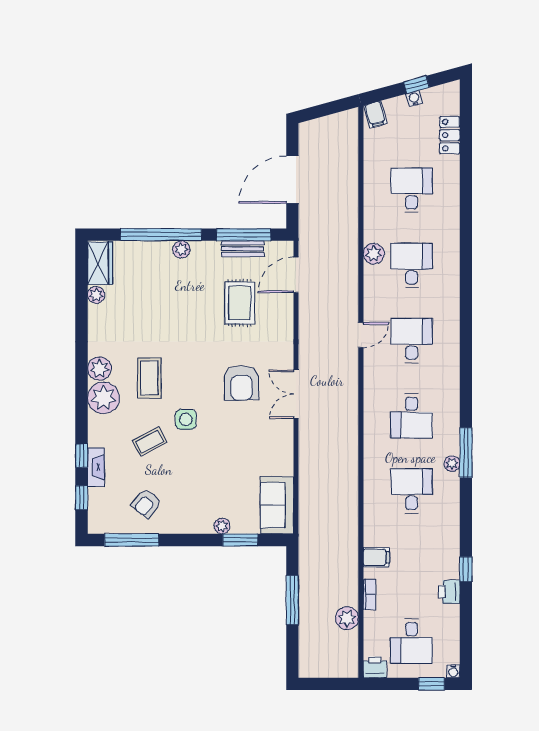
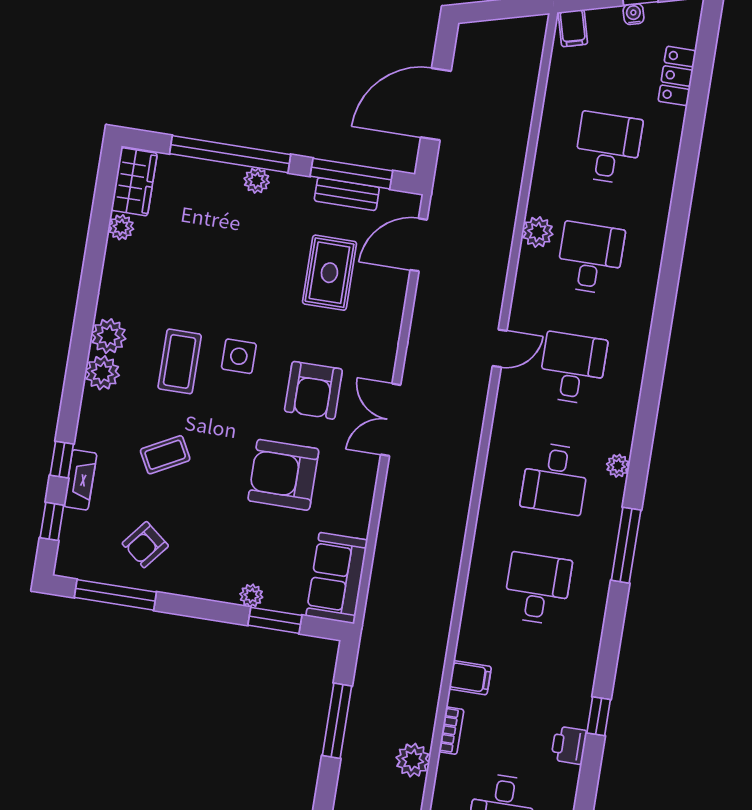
plant: (103, 398) -> (102, 373), width x0.73, depth x0.73
side table: (186, 419) -> (239, 356), moved
armchair: (231, 442) -> (283, 475), added
plant: (452, 464) -> (618, 466), moved

